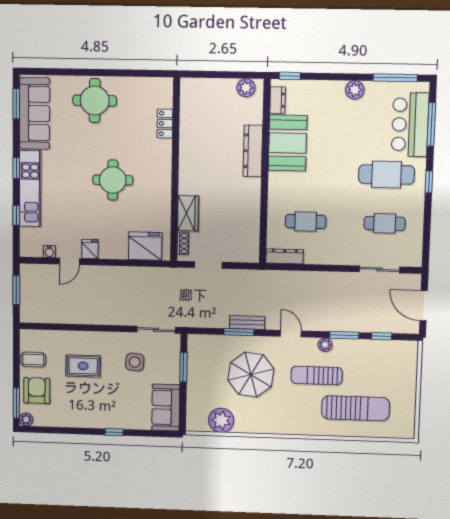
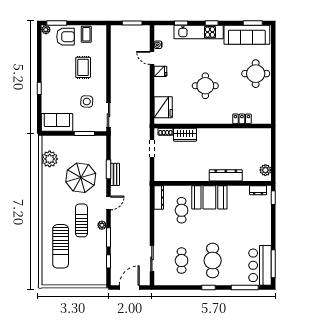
plant: (355, 90) -> (265, 239), removed
bar counter: (410, 125) -> (260, 265), moved, turned -90
booth: (288, 143) -> (209, 197), moved

